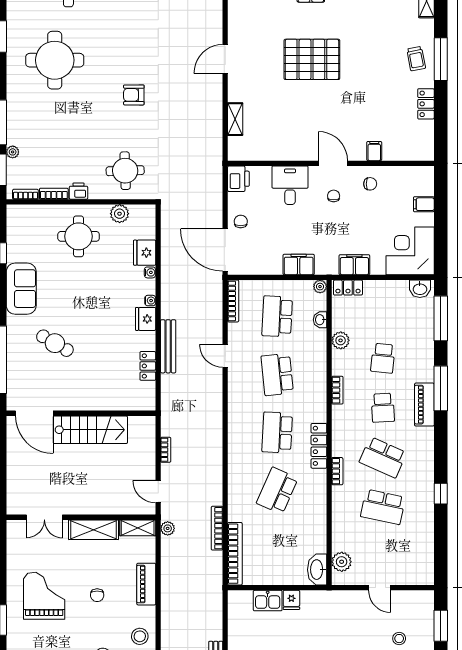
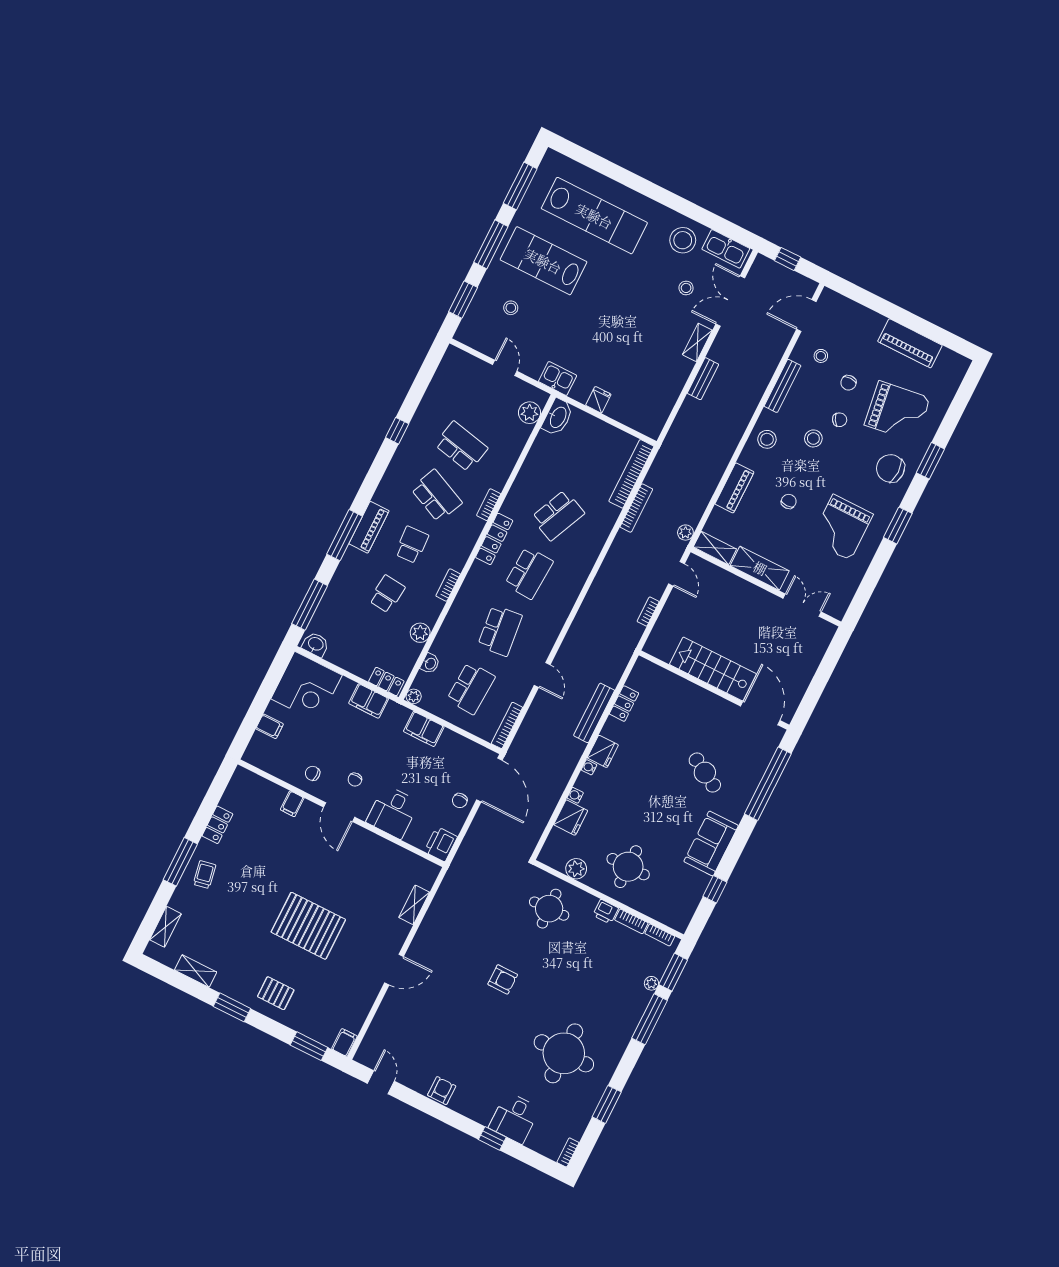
kitchen sink: (268, 601) -> (558, 378), moved

